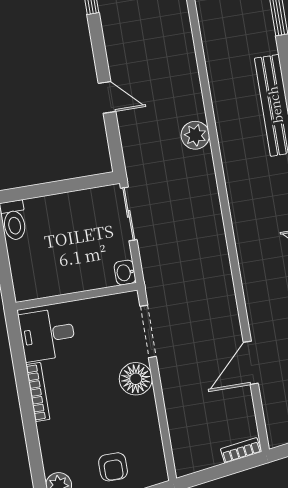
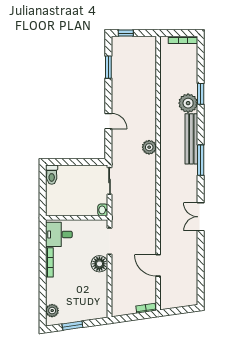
plant: (257, 37) -> (188, 103), added
door: (251, 363) -> (158, 265), hinge flipped
armchair: (113, 467) -> (81, 306), removed

